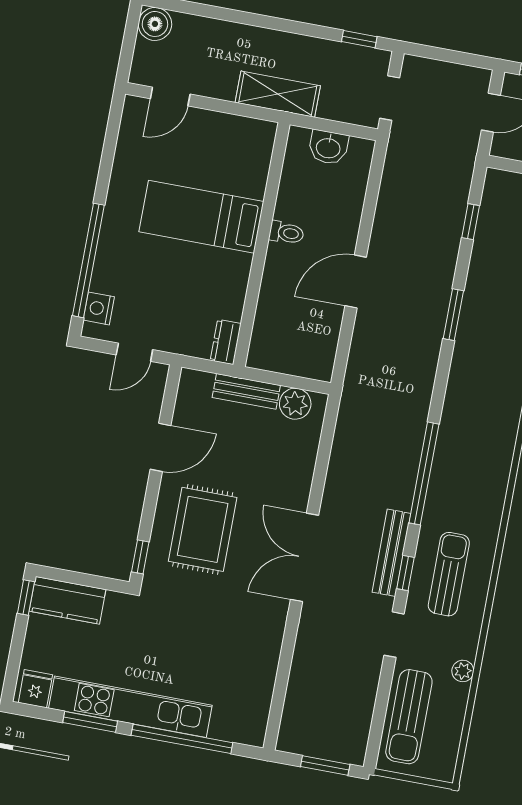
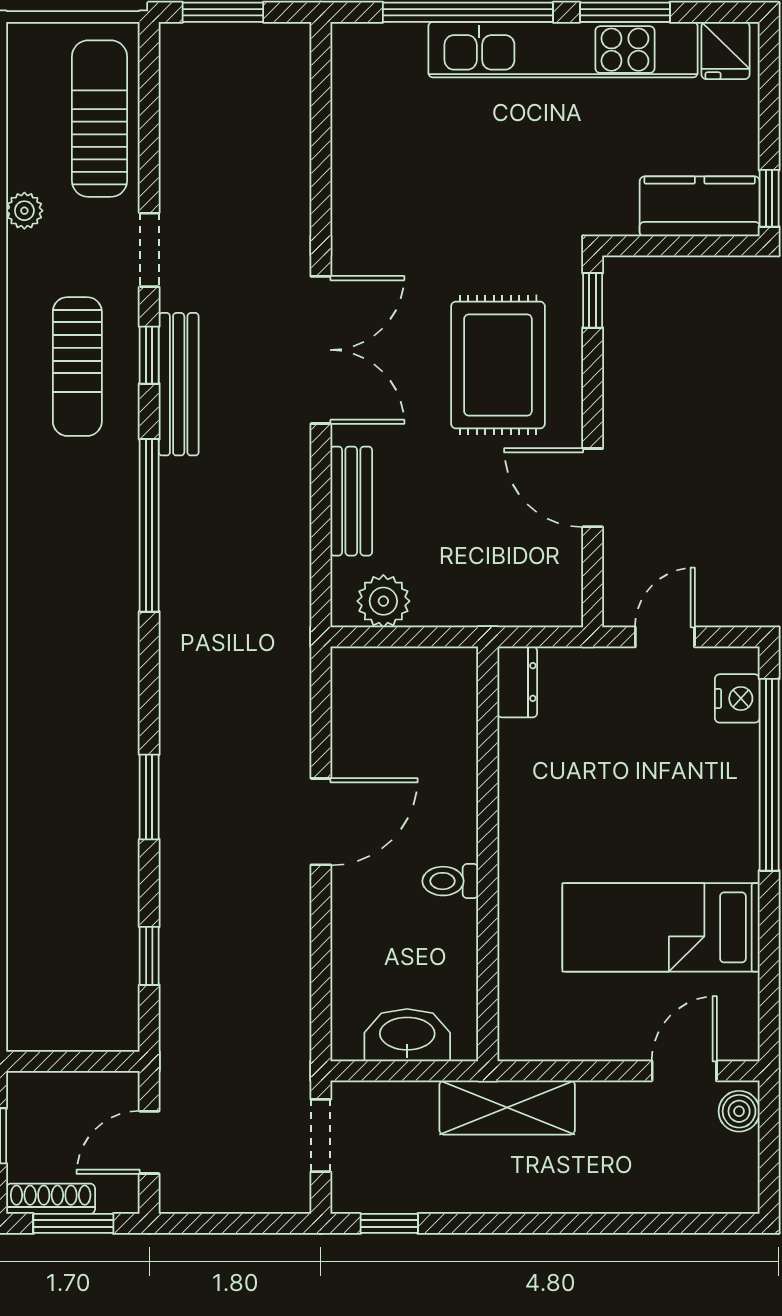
boiler: (155, 24) -> (739, 1111), moved, width x0.73, depth x0.73
washbasin: (328, 147) -> (407, 1035), width x1.38
bed: (201, 217) -> (661, 927), moved, turned 180
bench: (246, 391) -> (351, 501), moved, turned 90
door: (161, 447) -> (593, 488), hinge flipped

